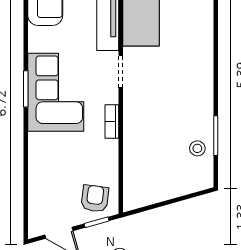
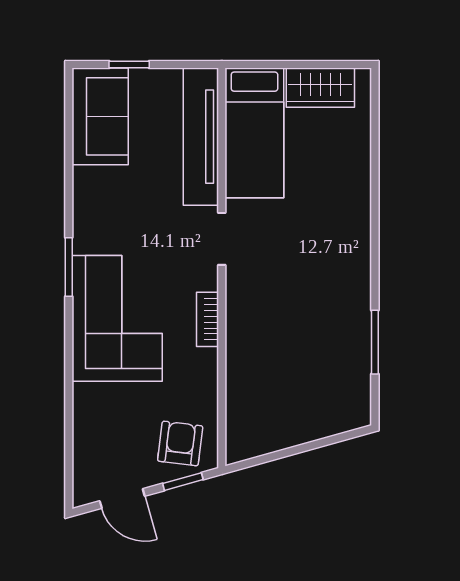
corner sofa: (56, 92) -> (117, 318), moved
stool: (197, 148) -> (345, 363), removed

